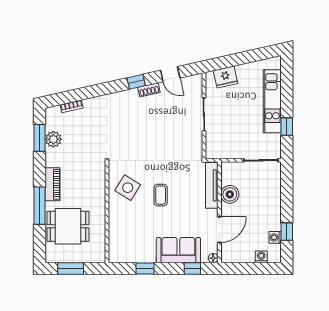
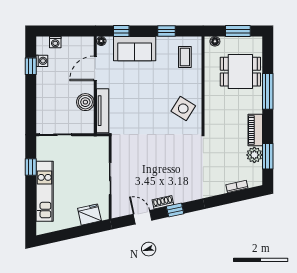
piano: (53, 184) -> (255, 130), moved
coffee table: (161, 195) -> (185, 57), moved
floor lamp: (95, 258) -> (215, 41), added

